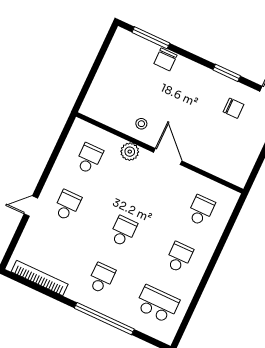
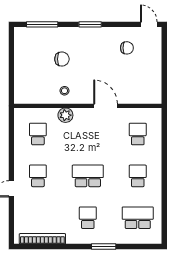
chair: (165, 59) -> (62, 59), moved, turned -90
window: (227, 73) -> (90, 24), moved
door: (168, 157) -> (106, 106), moved
school desk: (123, 231) -> (88, 176), width x1.85
window: (104, 319) -> (104, 247), width x0.47

